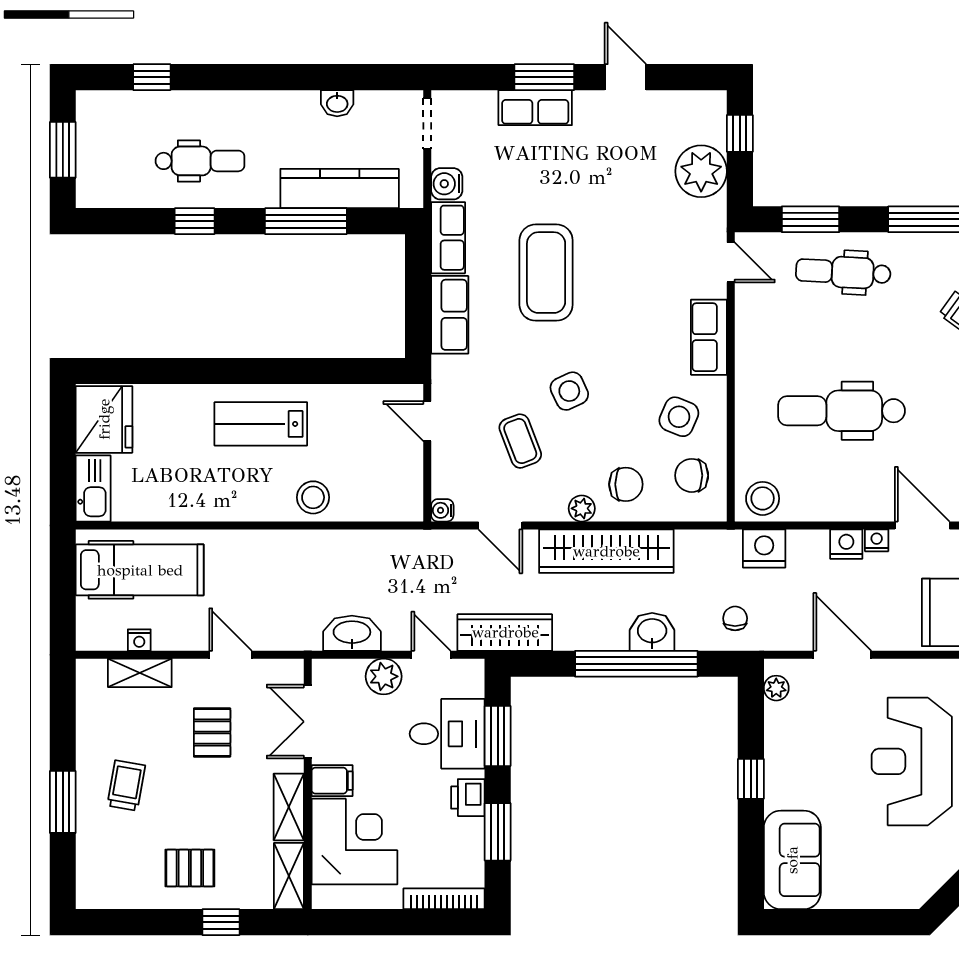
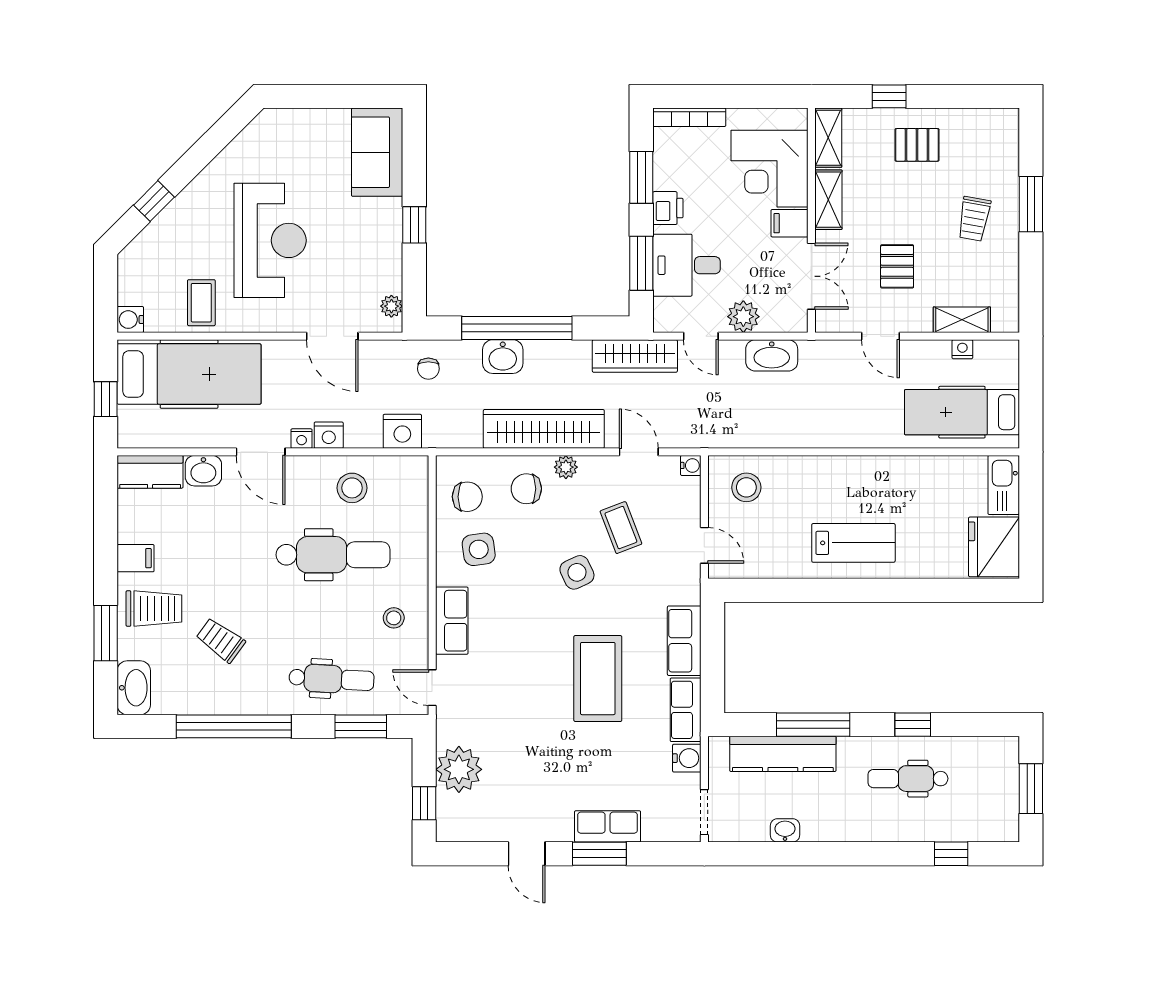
stool: (774, 340) -> (394, 618), added
side table: (679, 417) -> (479, 549), turned -31
stool: (313, 497) -> (746, 487), moved
stool: (763, 498) -> (352, 488), moved

